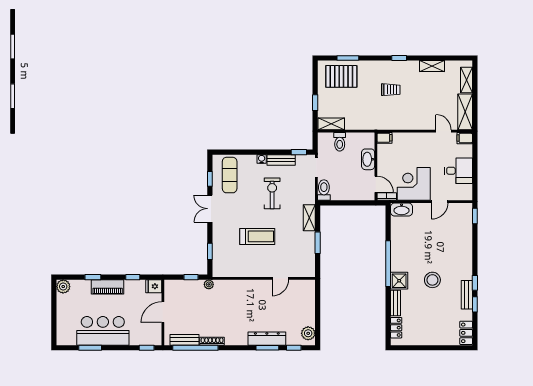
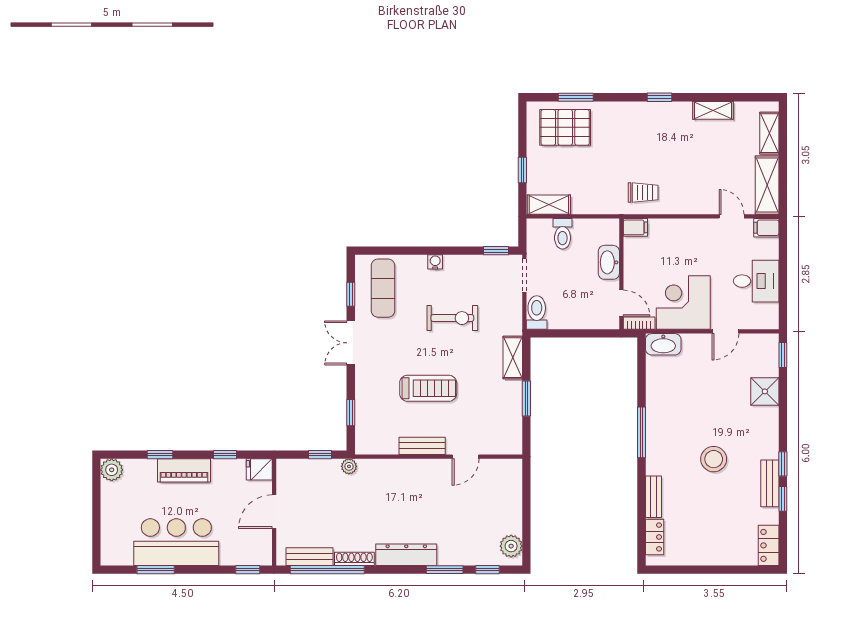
trolley: (391, 90) -> (643, 192), moved
bench: (281, 160) -> (422, 446), moved
exercise bike: (272, 193) -> (452, 318), turned 90
window: (388, 264) -> (641, 432), width x0.68
shower: (399, 281) -> (765, 391), moved
dresser: (267, 339) -> (406, 555), moved

